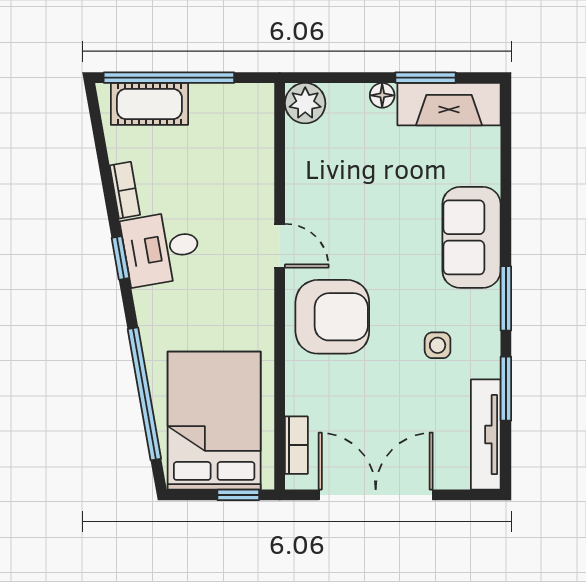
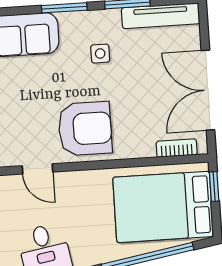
door: (280, 246) -> (38, 169), swing flipped
armchair: (332, 317) -> (85, 129), turned 90

